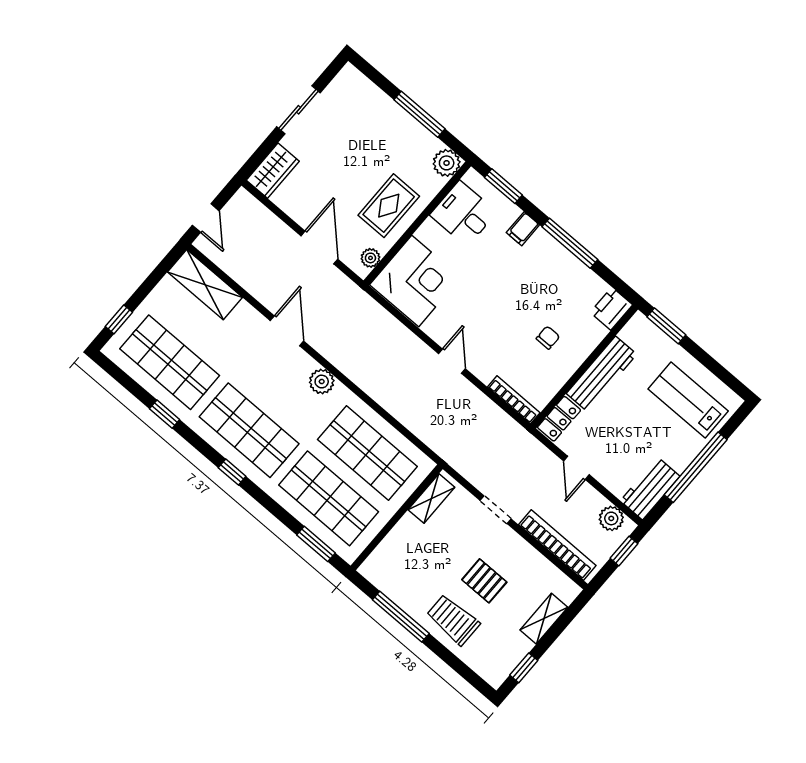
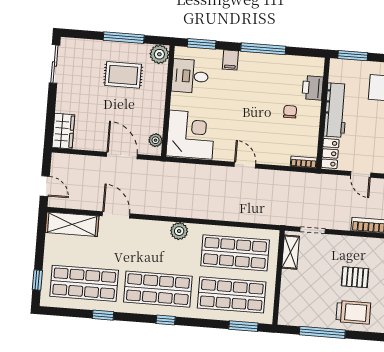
sliding door: (299, 110) -> (54, 64), moved
rug: (389, 206) -> (123, 75), moved, turned 90
printer: (611, 309) -> (313, 88), moved
door: (287, 331) -> (116, 215), moved
bookcase: (514, 400) -> (304, 162), width x0.64
doorway: (496, 510) -> (313, 230), moved
trolley: (453, 620) -> (353, 312), turned 180

